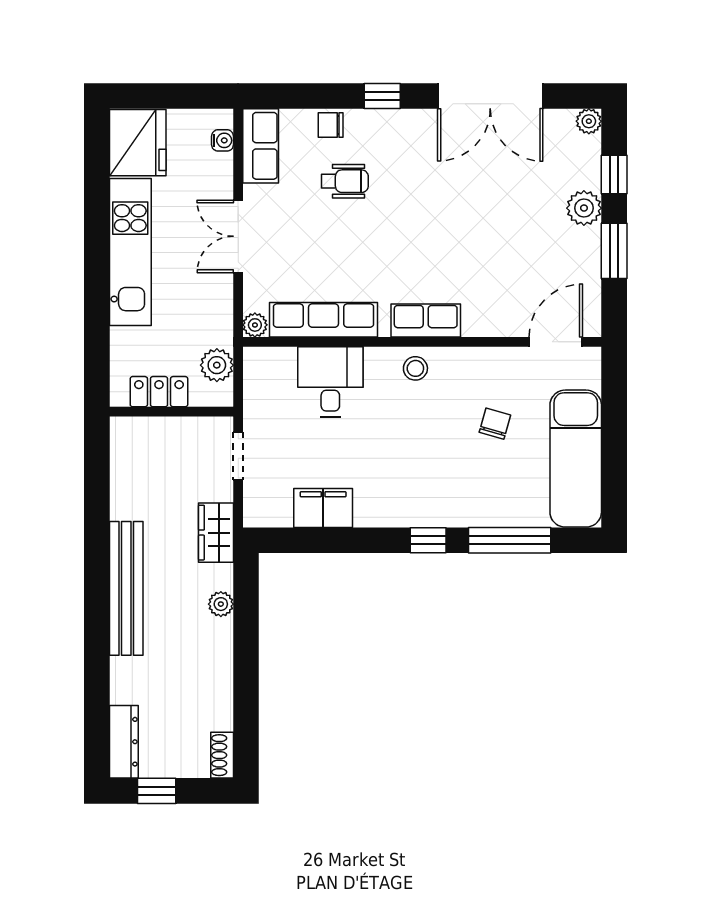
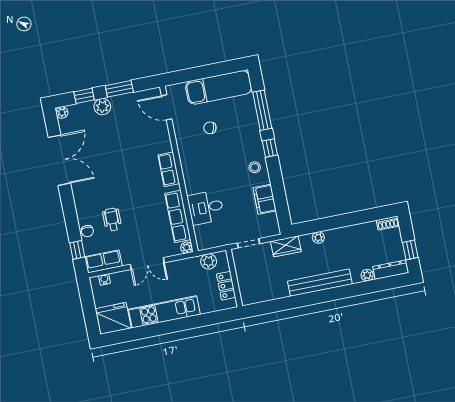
window: (382, 96) -> (77, 250), moved
stool: (415, 368) -> (255, 167), moved
plant: (122, 690) -> (367, 275), added

